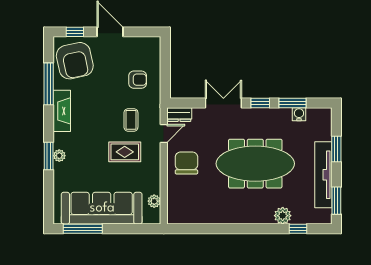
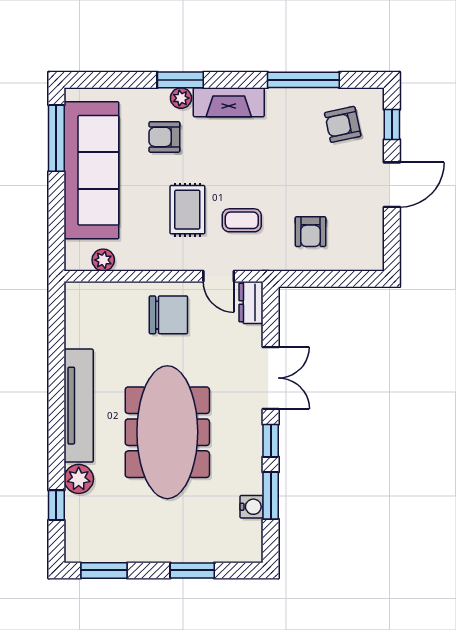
armchair: (75, 61) -> (343, 124), width x0.53, depth x0.53
fireplace: (62, 111) -> (229, 102), moved
armchair: (82, 165) -> (164, 137), added
tv unit: (323, 175) -> (79, 406), moved, turned 90

